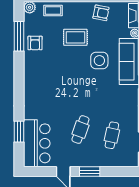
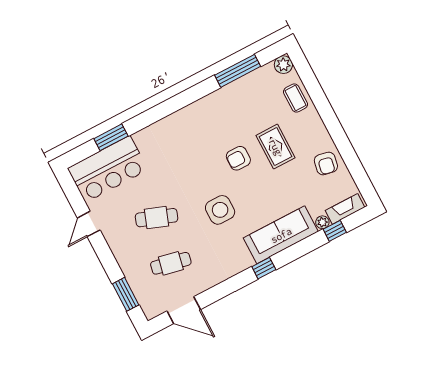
armchair: (35, 43) -> (238, 158), moved
side table: (99, 61) -> (220, 210), moved
window: (90, 172) -> (126, 294), moved

